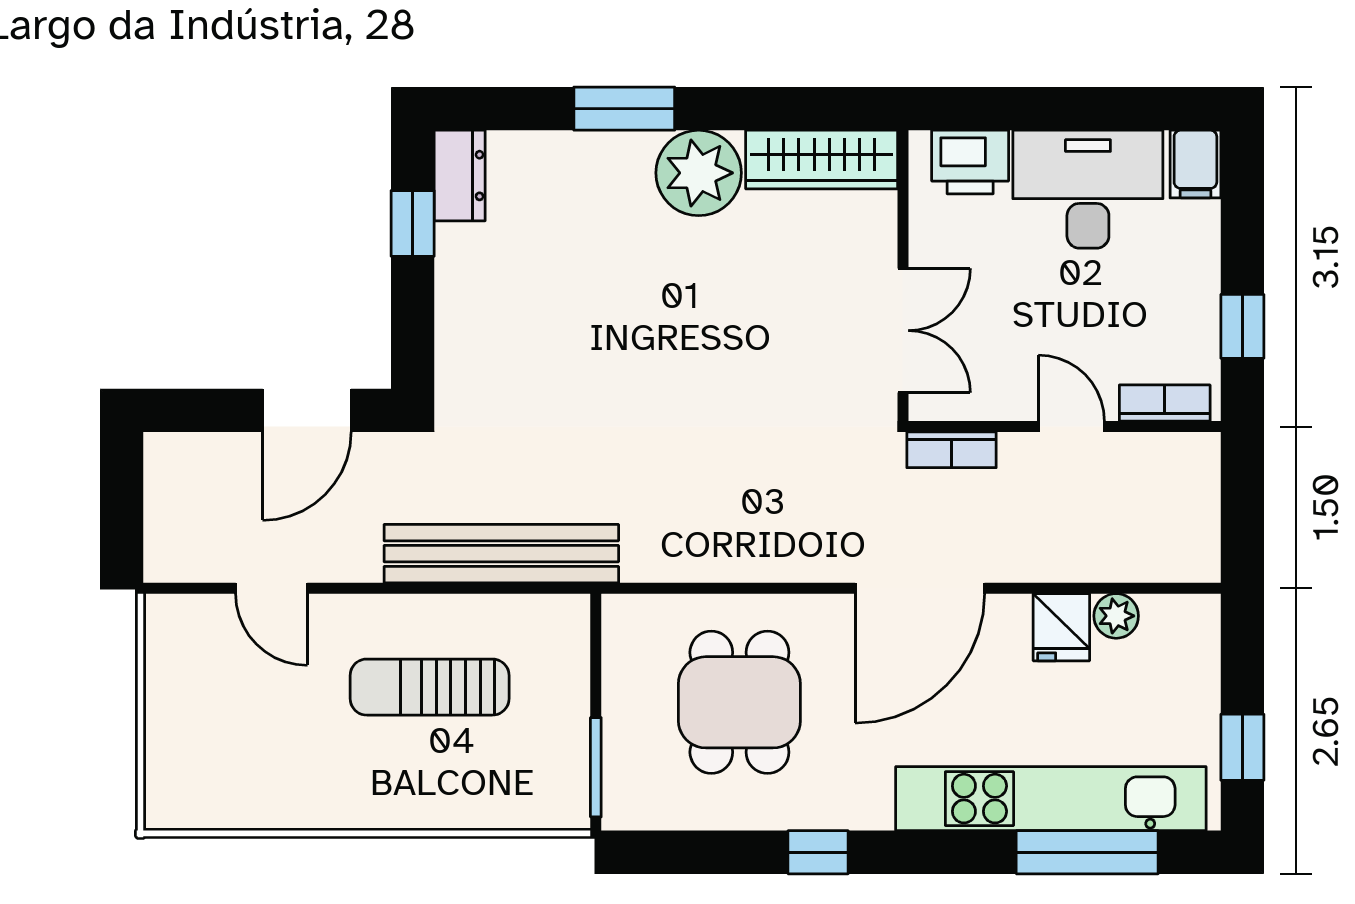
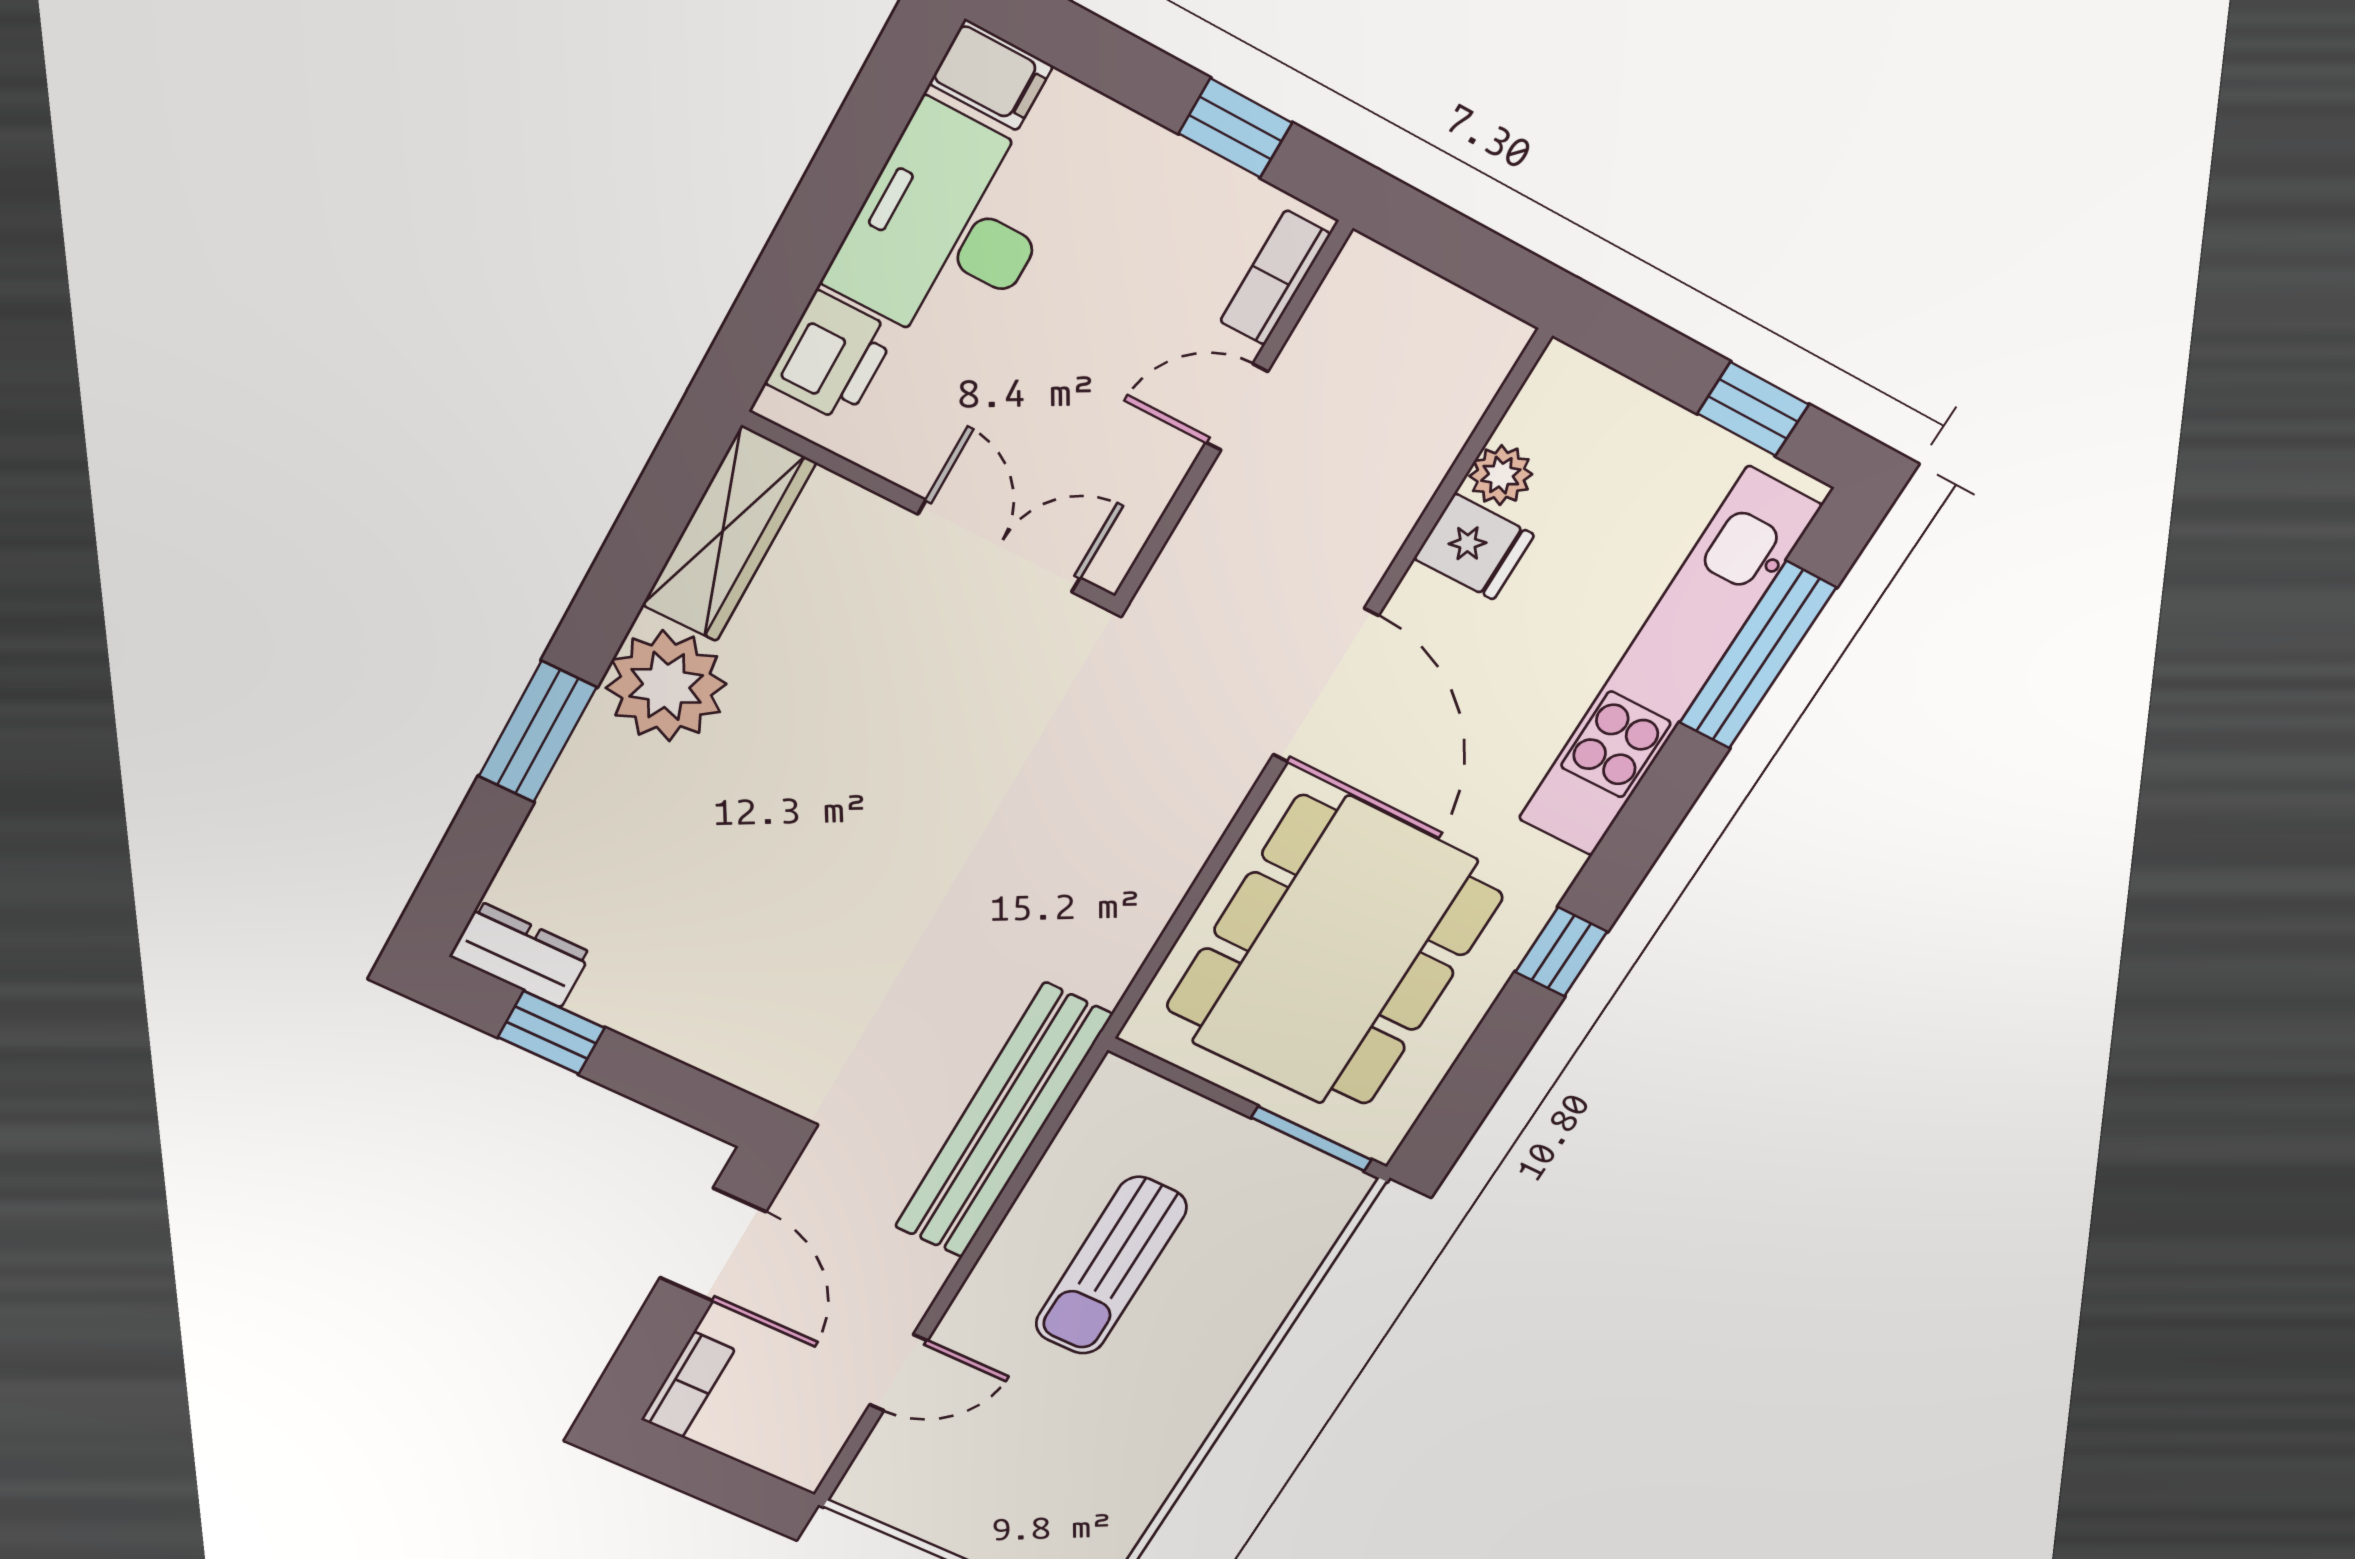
bookcase: (952, 450) -> (688, 1385), moved
dining table: (739, 702) -> (1334, 952), width x1.88, depth x1.24

